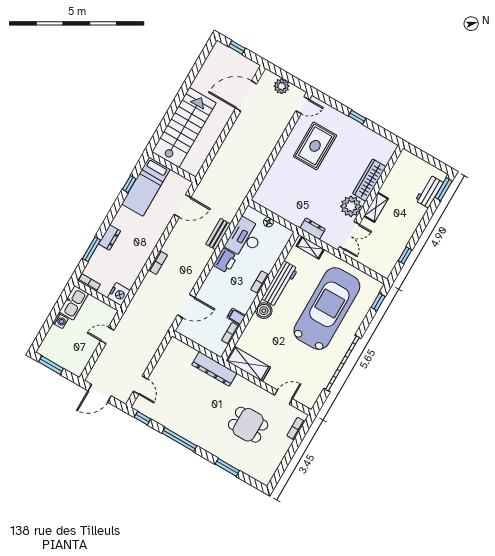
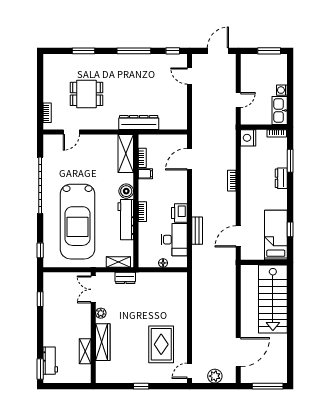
window: (237, 48) -> (268, 386), width x2.17
plant: (351, 206) -> (101, 313), width x0.53, depth x0.53
shelving: (376, 207) -> (85, 351), moved
shelving: (248, 364) -> (126, 154), moved, turned 90

